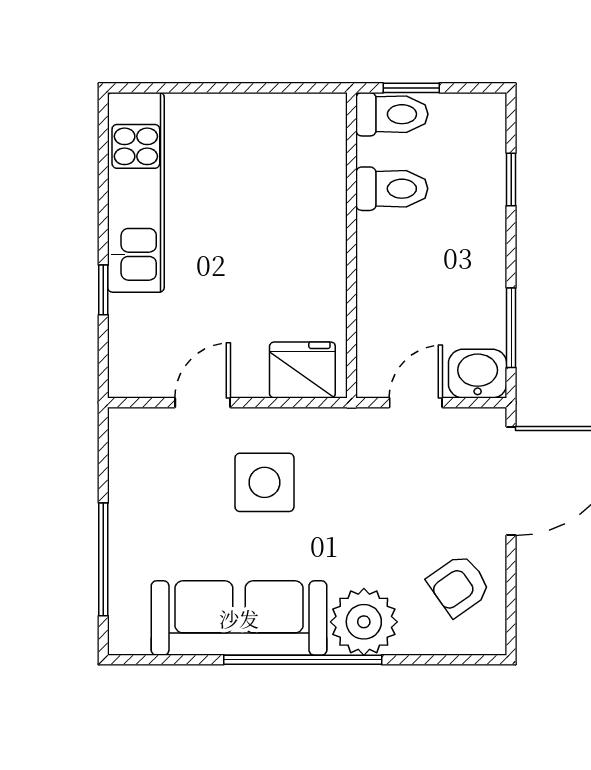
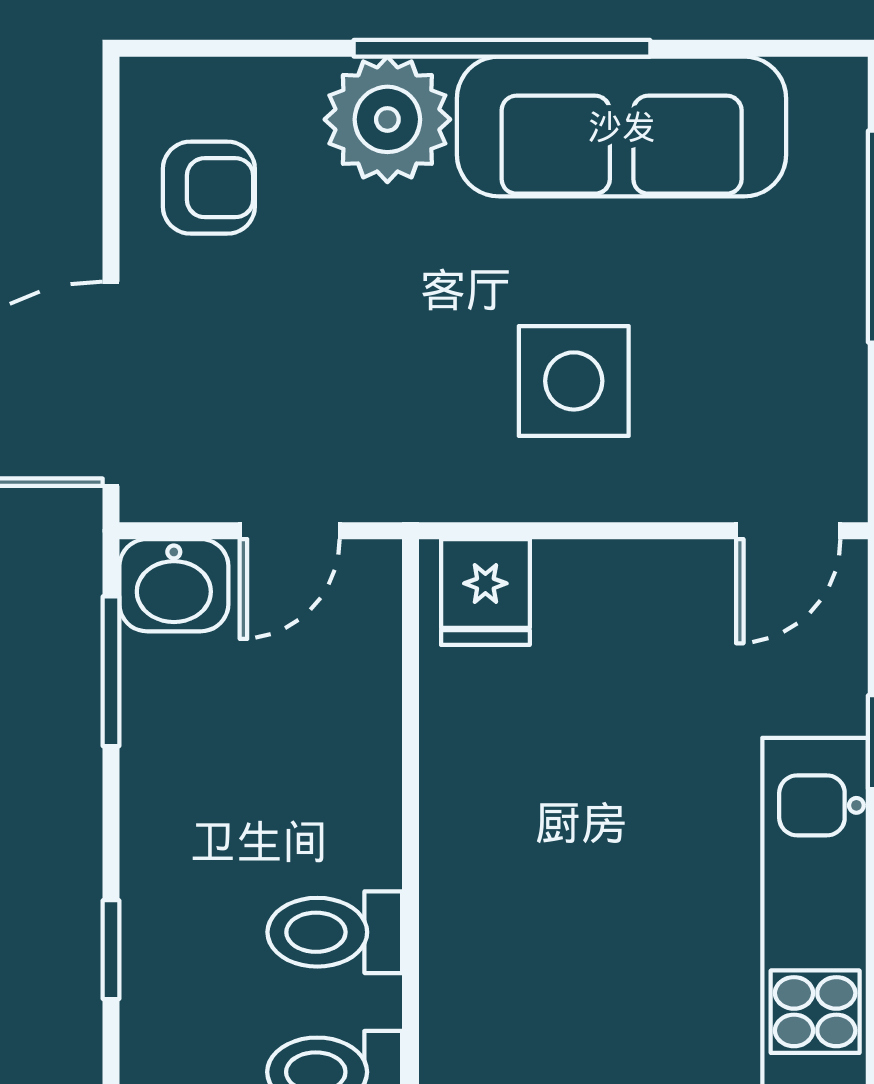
fridge: (302, 370) -> (485, 592), width x0.72
door: (203, 403) -> (788, 531), moved
armchair: (459, 585) -> (209, 188), turned 35

